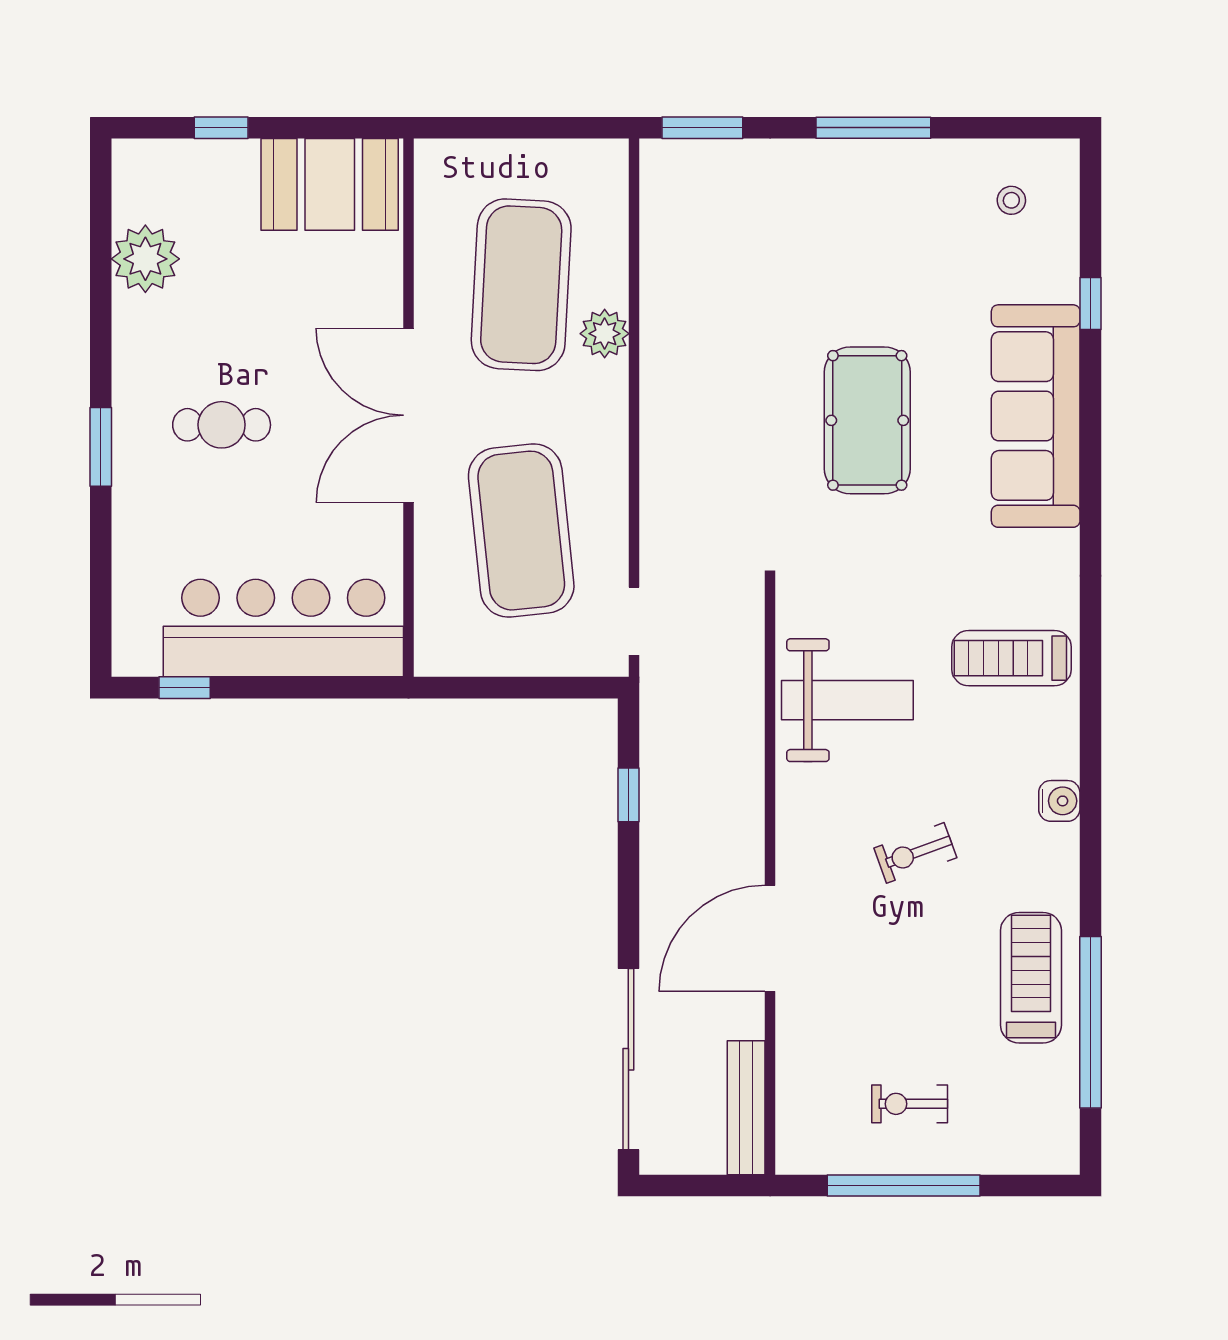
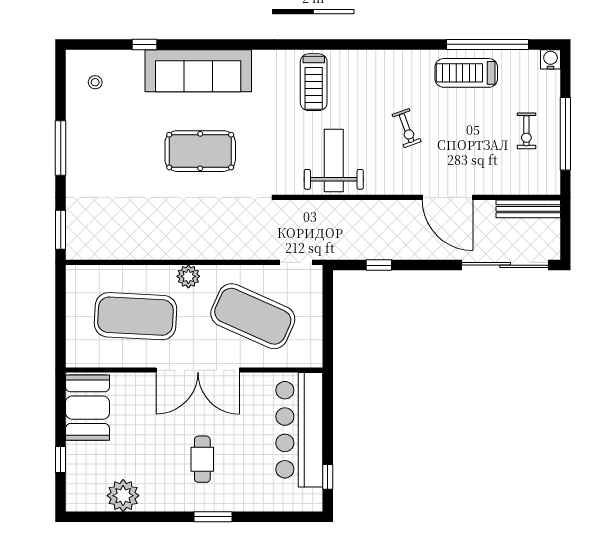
plant: (605, 334) -> (188, 276), moved
exercise mat: (521, 531) -> (253, 316), turned 30
water cooler: (1059, 801) -> (550, 59), moved

